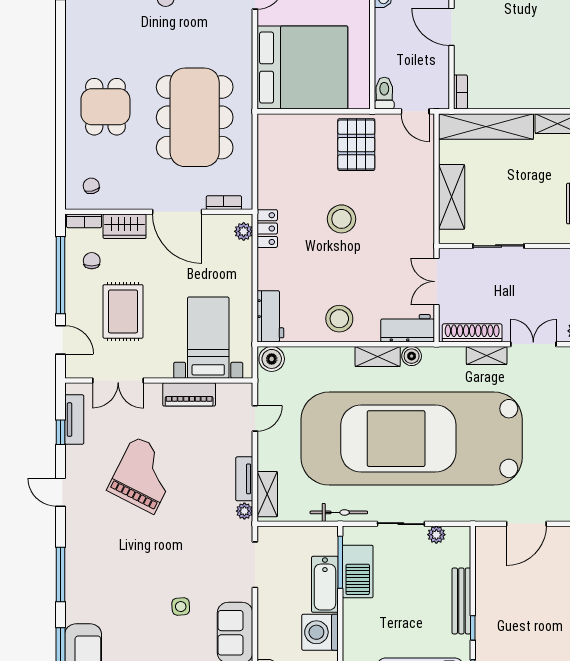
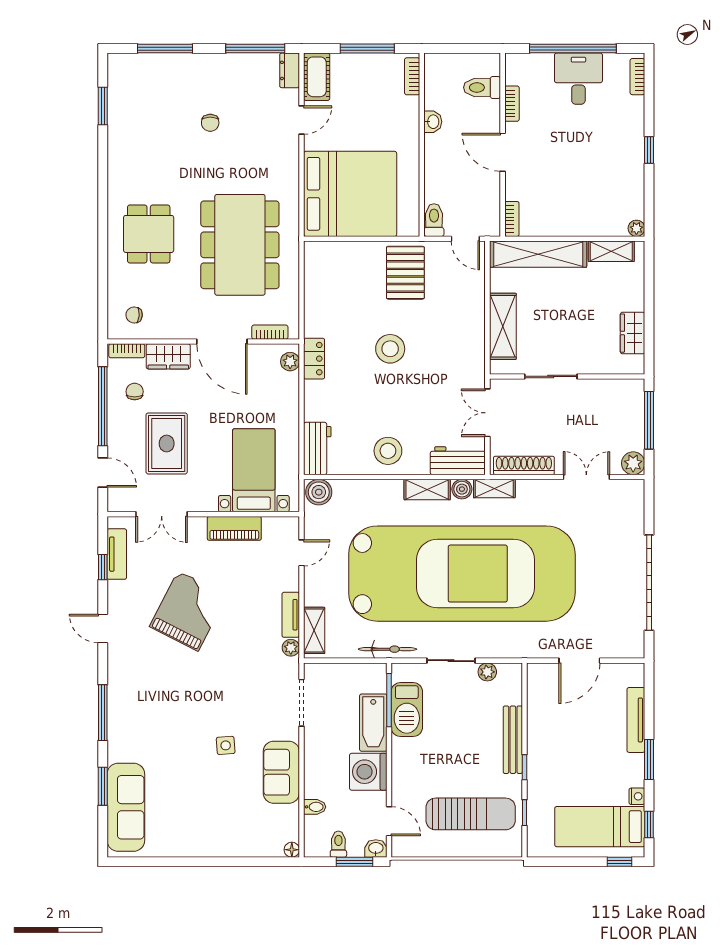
chair: (91, 186) -> (134, 315), turned -73
shelving: (487, 355) -> (494, 489), moved
car: (412, 439) -> (462, 574), turned 180

